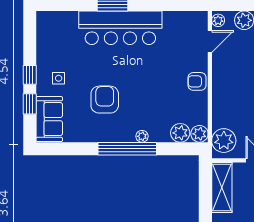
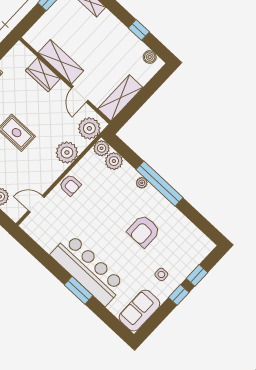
plant: (218, 20) -> (67, 152), moved, width x1.87, depth x1.87
sofa: (49, 119) -> (139, 311), moved

